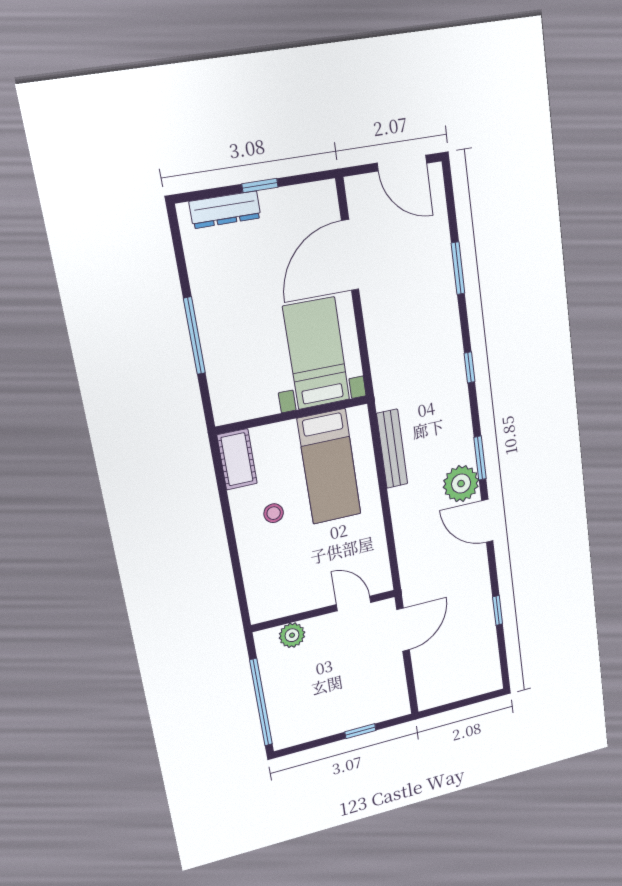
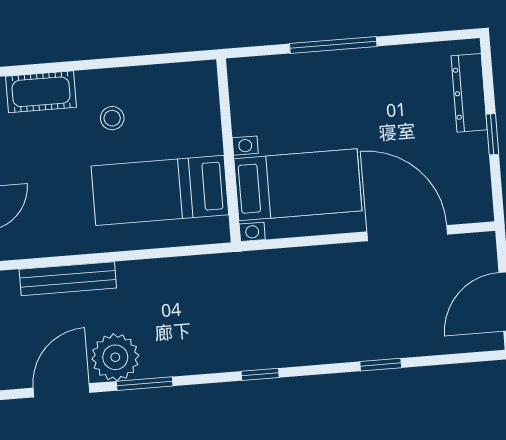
window: (458, 268) -> (381, 365), width x0.67
bench: (392, 449) -> (68, 279), moved
cot: (237, 459) -> (41, 92), moved

